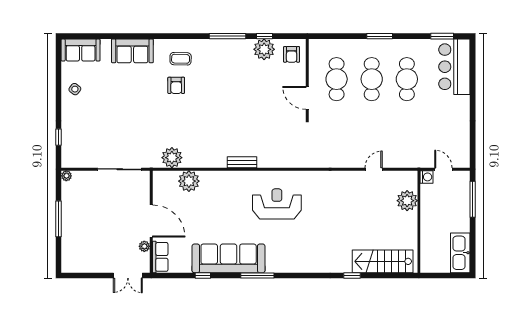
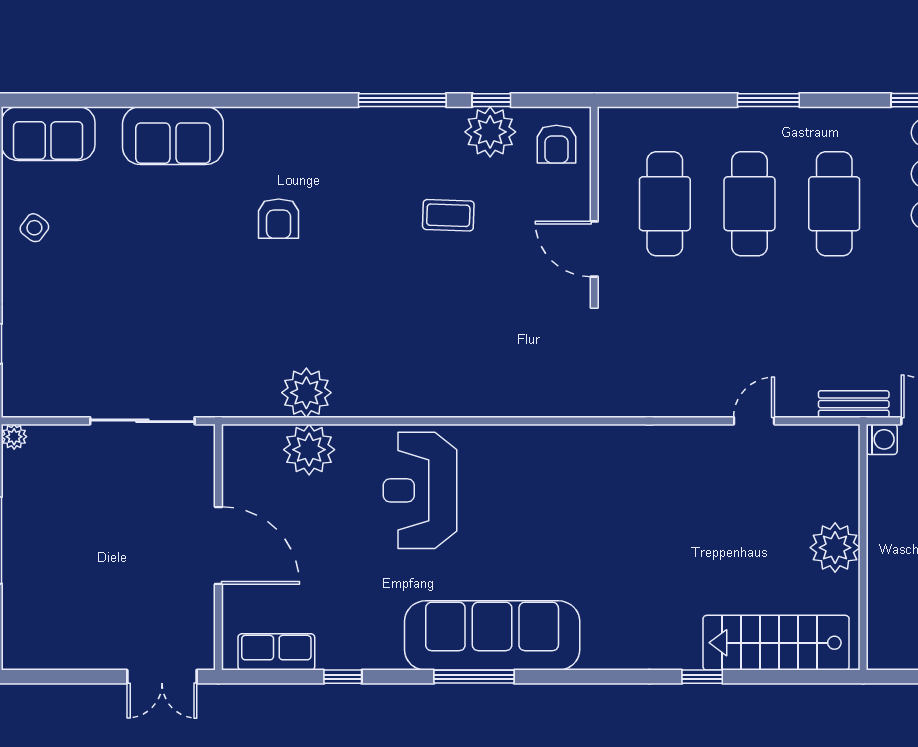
coffee table: (181, 59) -> (448, 215), moved
plant: (172, 158) -> (306, 393), moved
bench: (242, 162) -> (854, 404), moved
plant: (407, 201) -> (835, 548), moved
reception desk: (277, 204) -> (420, 490), moved, turned -90
plant: (144, 246) -> (202, 606), removed
row of seats: (160, 257) -> (276, 652), moved, turned -90
sofa: (229, 258) -> (492, 635), moved

